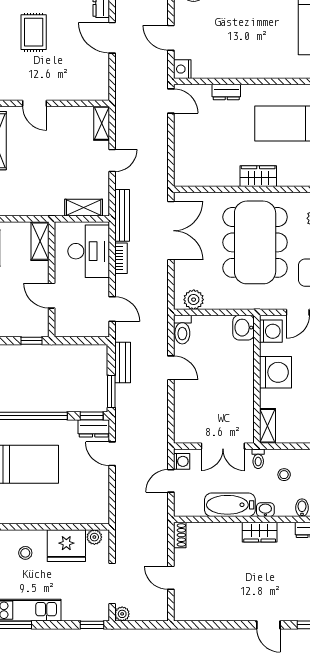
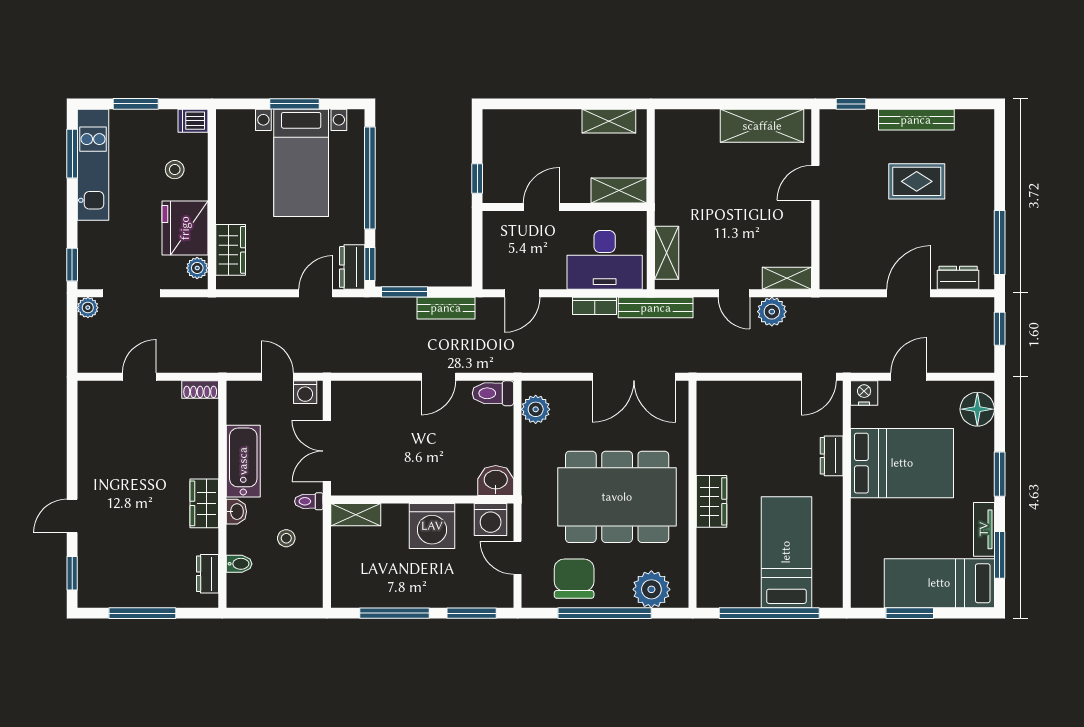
bed: (231, 42) -> (902, 463), added
plant: (125, 134) -> (772, 312), added
wardrobe: (82, 514) -> (231, 250), added

